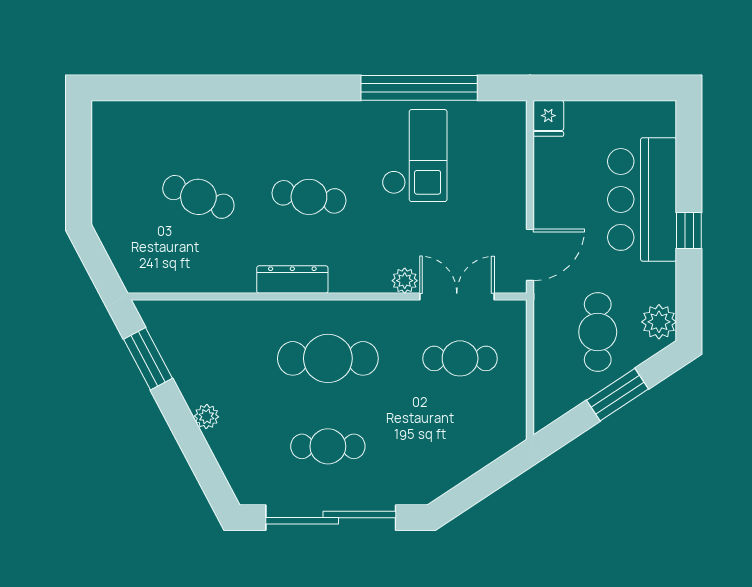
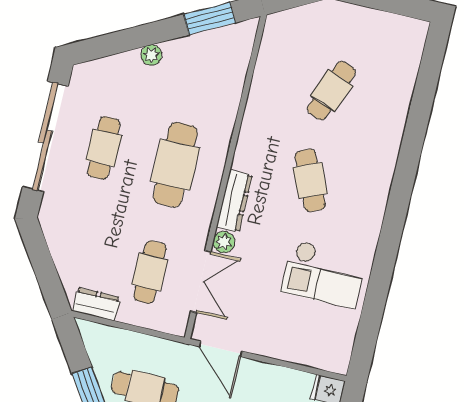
window: (419, 88) -> (378, 291), removed
cafe table: (309, 197) -> (310, 180), turned -33
dresser: (292, 280) -> (234, 201), moved
dresser: (512, 412) -> (96, 304), added

